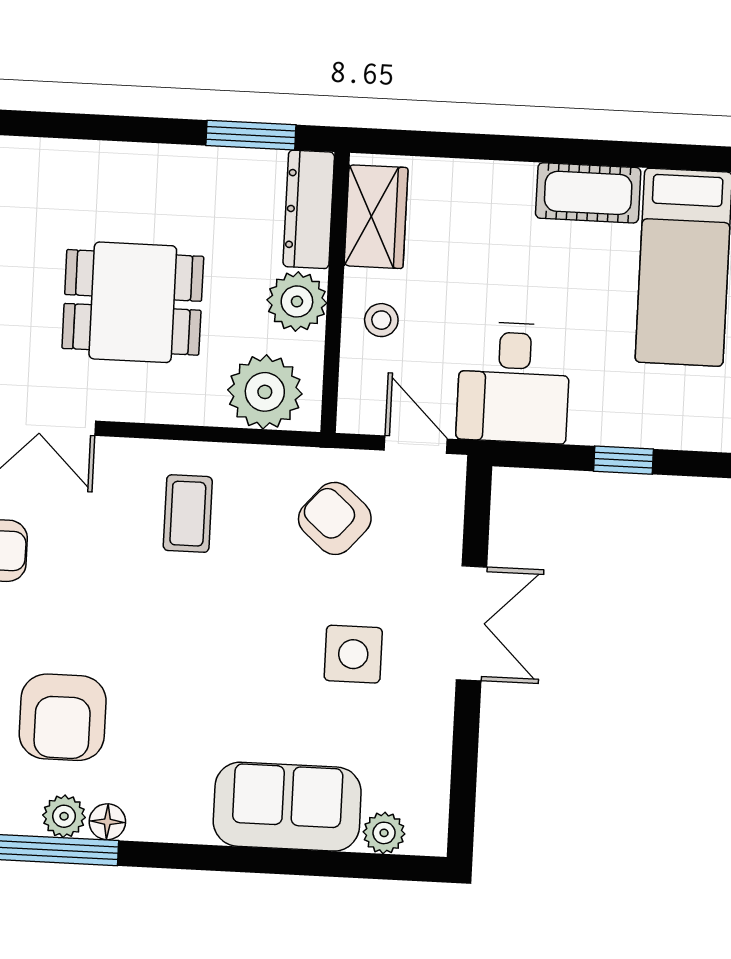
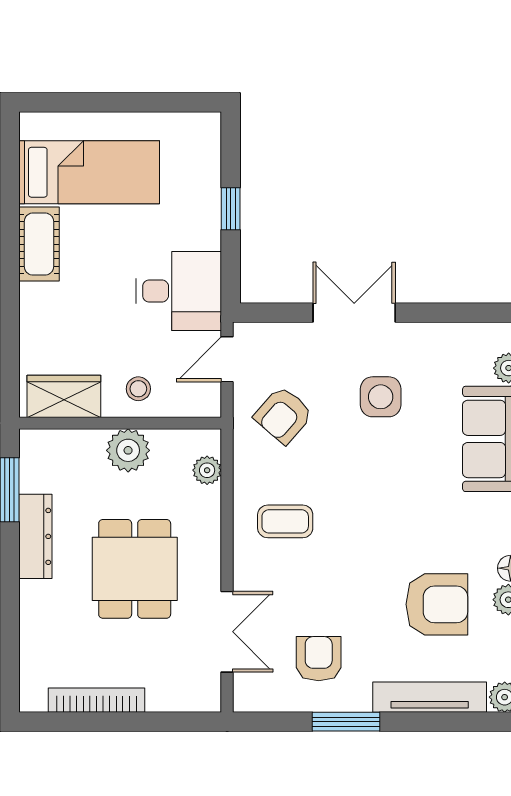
dresser: (309, 209) -> (35, 536), moved, turned -90
plant: (265, 392) -> (207, 470), width x0.53, depth x0.53

